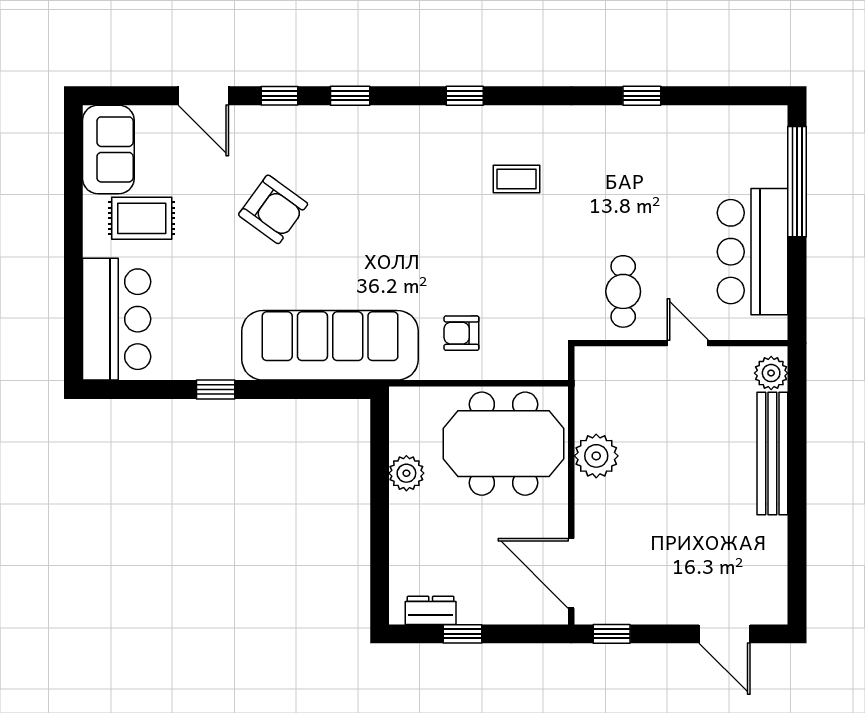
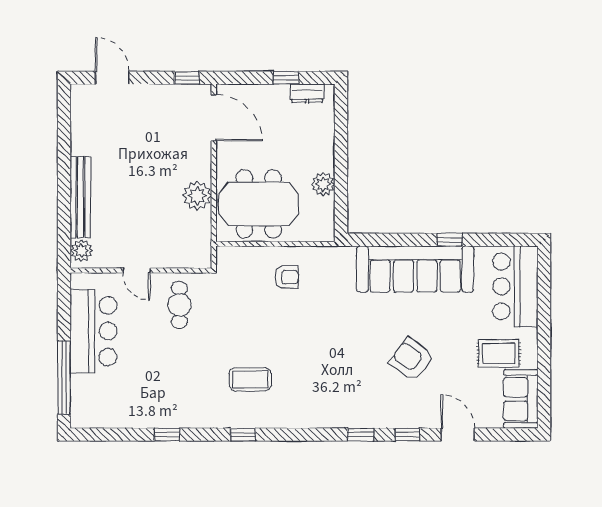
window: (465, 96) -> (243, 435), moved
coffee table: (516, 179) -> (250, 379), width x1.36, depth x1.30
sofa: (330, 345) -> (415, 269), moved

